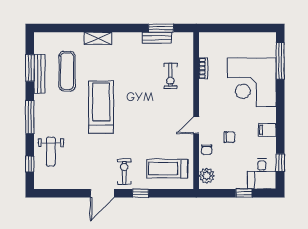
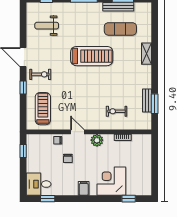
window: (280, 61) -> (129, 199), width x0.46
corner desk: (252, 82) -> (111, 181), width x0.74, depth x0.74
filing cabinet: (267, 130) -> (84, 188), moved
weight bench: (51, 152) -> (47, 26), moved
plant: (207, 176) -> (97, 140), moved
window: (244, 193) -> (23, 151), moved

